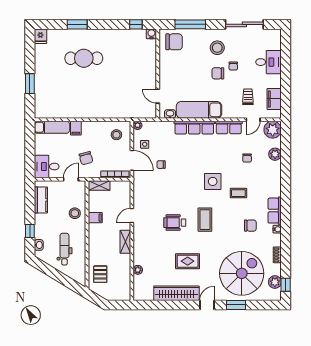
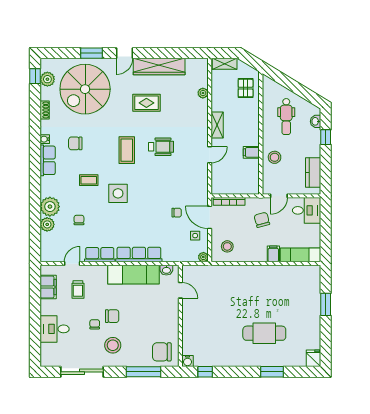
plant: (273, 130) -> (50, 207), moved
shelving: (99, 185) -> (225, 64), moved

